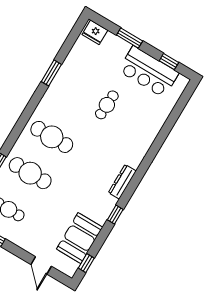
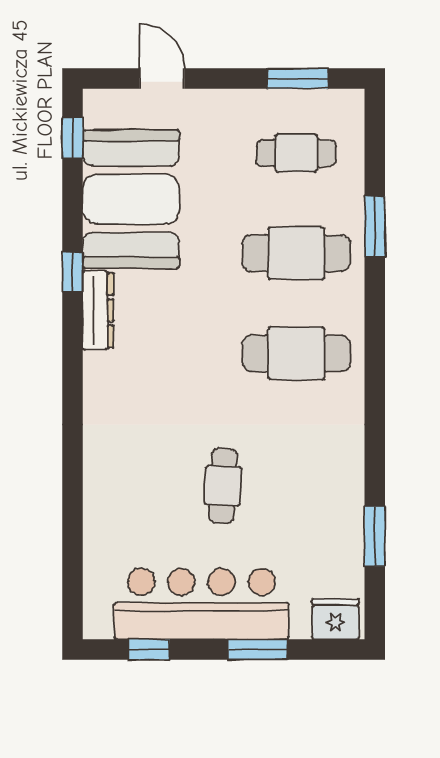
bar counter: (149, 72) -> (201, 604), width x1.36
window: (51, 73) -> (375, 536), moved
dresser: (122, 182) -> (98, 310), moved
booth: (80, 238) -> (131, 199), width x1.36, depth x1.42

